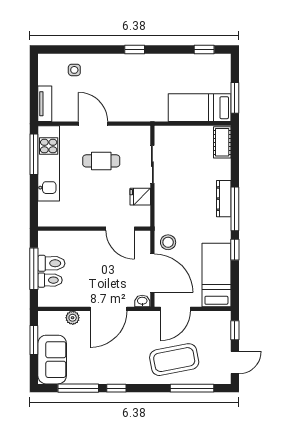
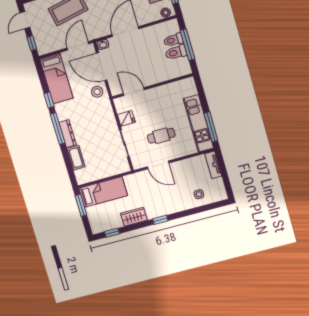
wardrobe: (169, 63) -> (134, 217), added
door: (93, 124) -> (158, 165), moved
cot: (222, 142) -> (76, 158), moved
plant: (73, 318) -> (166, 13), moved

